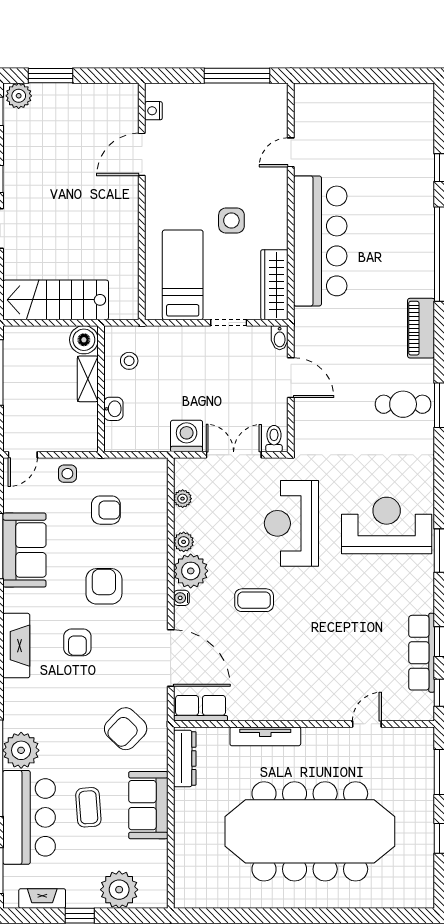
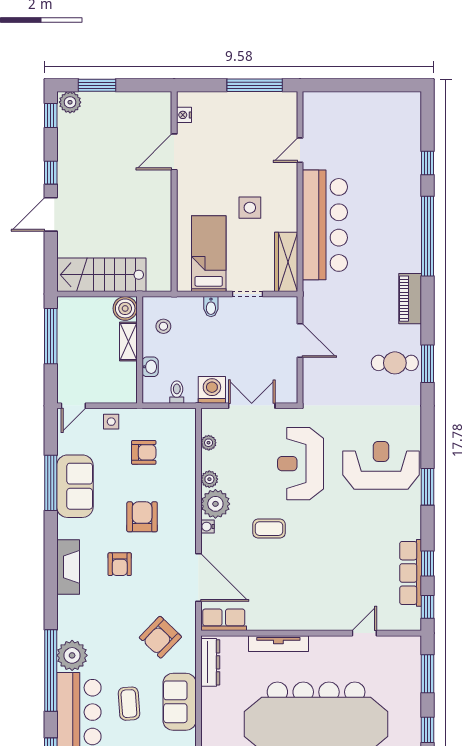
bidet: (280, 338) -> (211, 307), moved
toilet: (274, 439) -> (177, 392), moved

